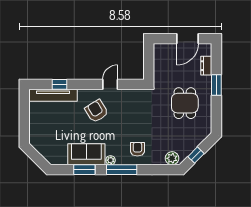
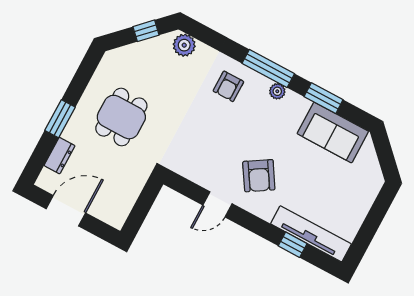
sofa: (86, 154) -> (333, 133), moved

